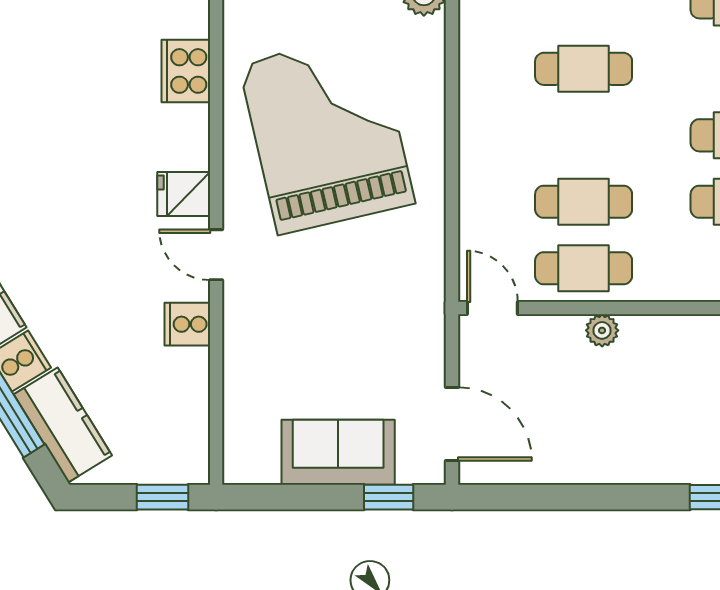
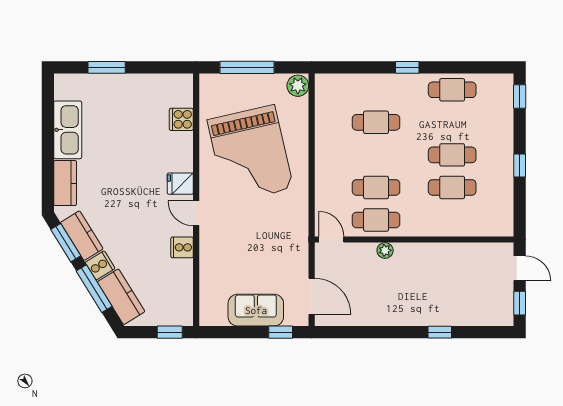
cooker: (186, 71) -> (181, 119), width x0.73
grand piano: (327, 133) -> (250, 154), turned 180

